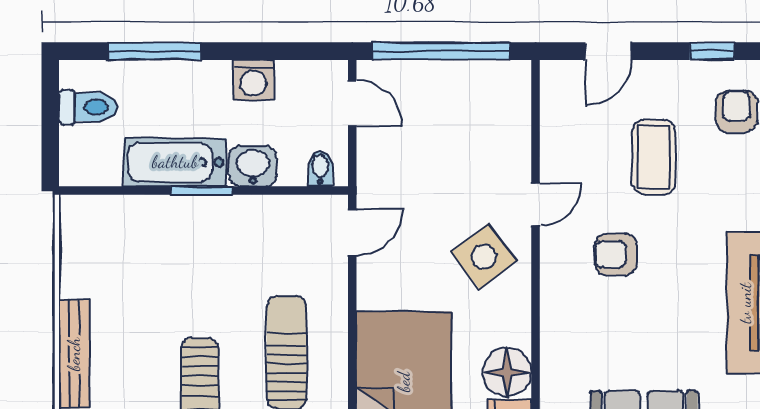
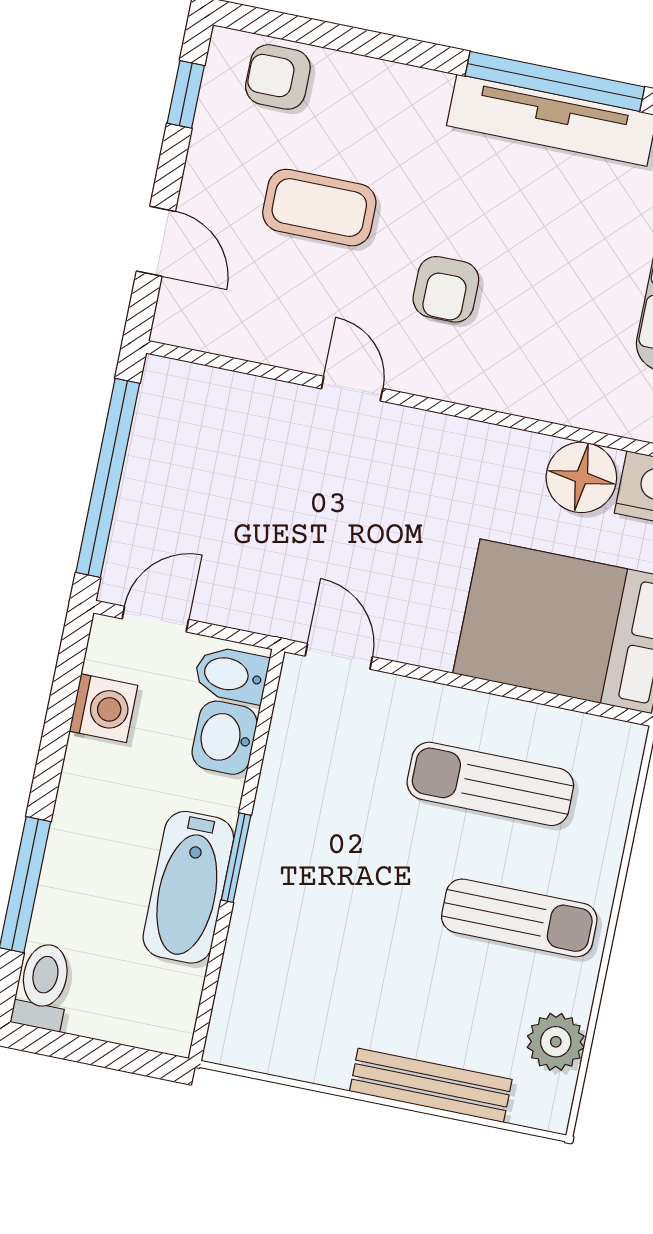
washing machine: (253, 80) -> (103, 708), moved
toilet: (88, 107) -> (43, 986), moved
washbasin: (253, 166) -> (225, 738), moved
bidet: (320, 168) -> (231, 675), width x1.38, depth x1.36
side table: (484, 256) -> (411, 477), removed

